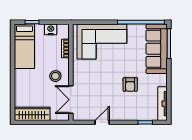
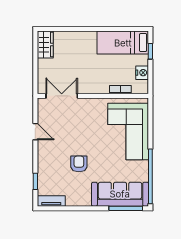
stool: (55, 76) -> (89, 78), removed
armchair: (130, 85) -> (79, 164), turned 90
tv unit: (162, 104) -> (51, 201), width x0.71
wardrobe: (32, 114) -> (45, 45), width x0.67

